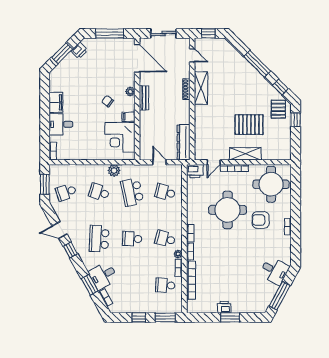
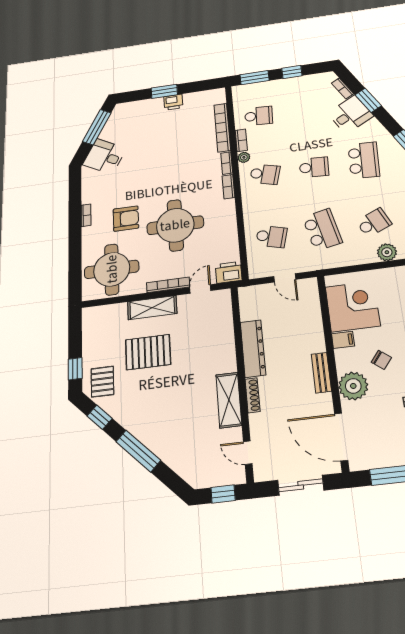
plant: (130, 92) -> (353, 386), width x1.87, depth x1.87
dresser: (184, 142) -> (253, 348), moved
plant: (114, 170) -> (387, 252), moved
school desk: (99, 192) -> (374, 223), turned -42

